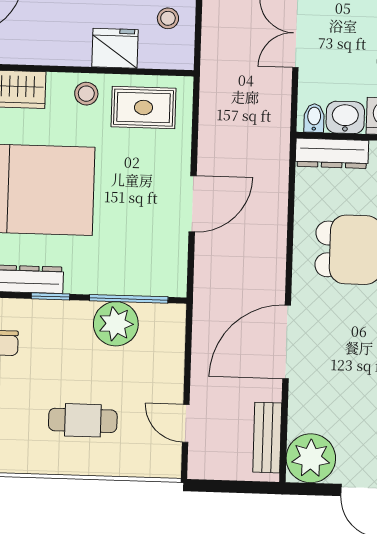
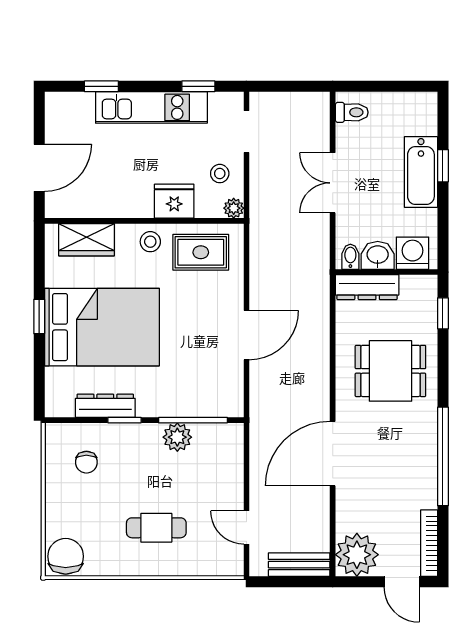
plant: (183, 58) -> (234, 208), added
plant: (116, 324) -> (177, 437), width x0.73, depth x0.73
bench: (267, 438) -> (299, 565), moved, turned 90

